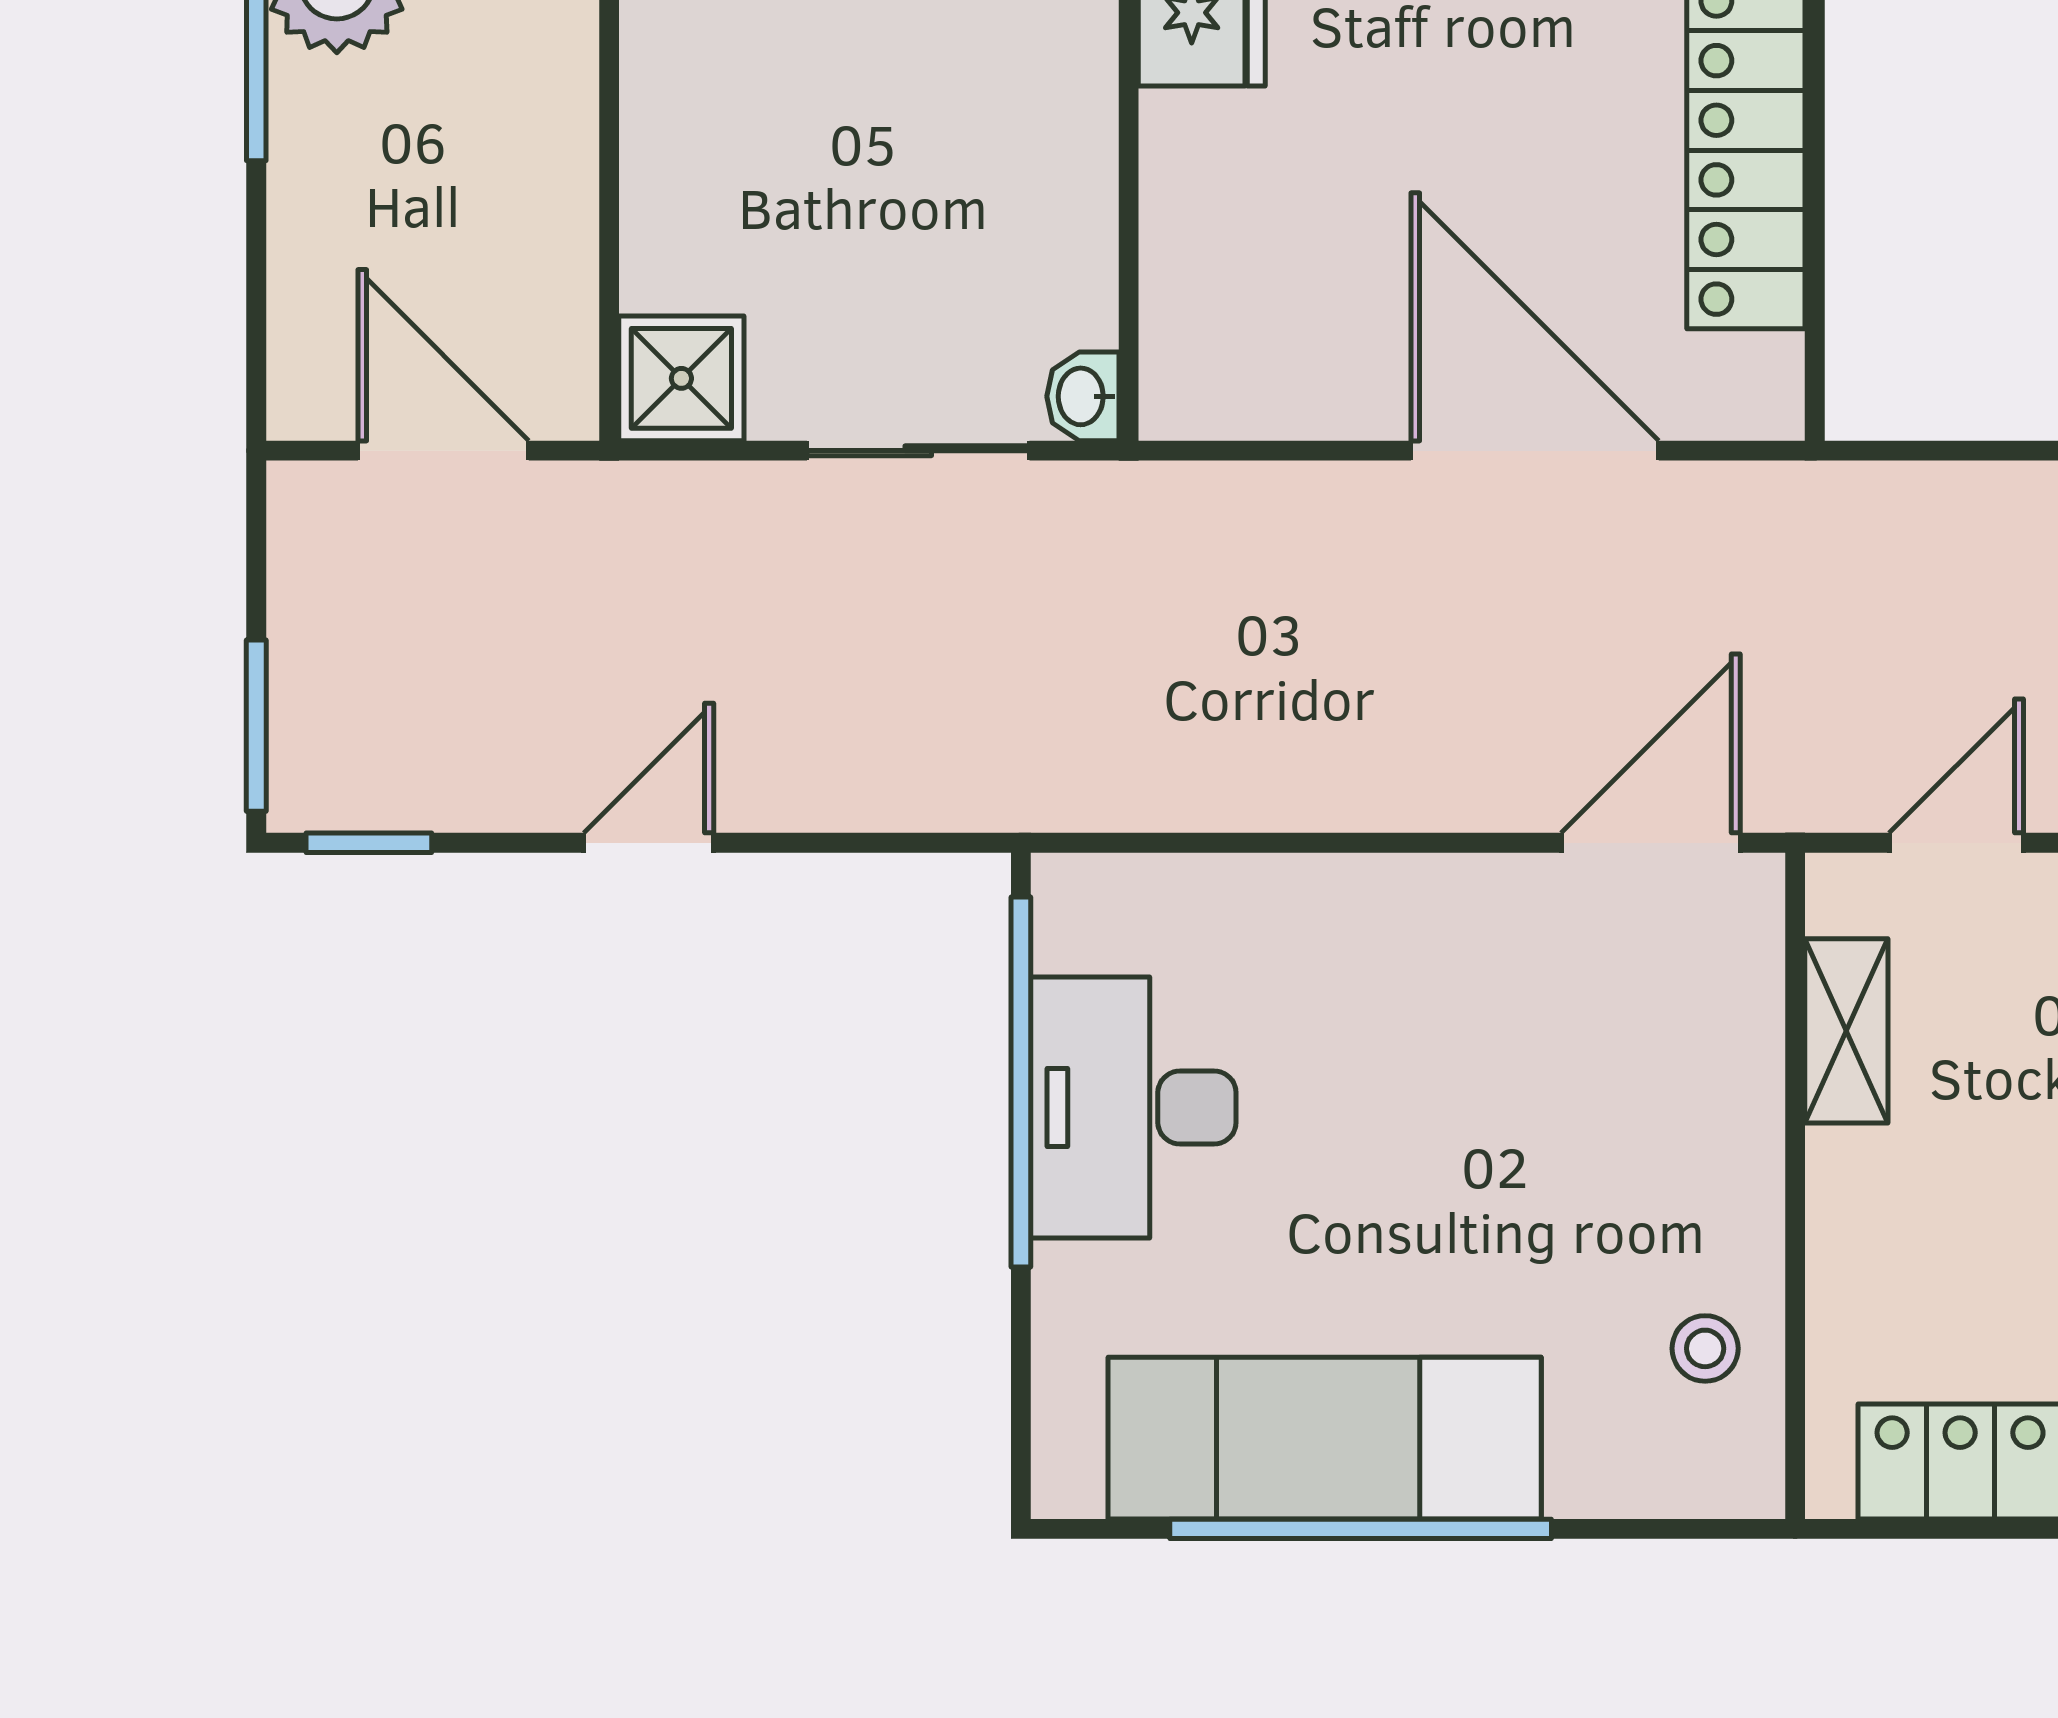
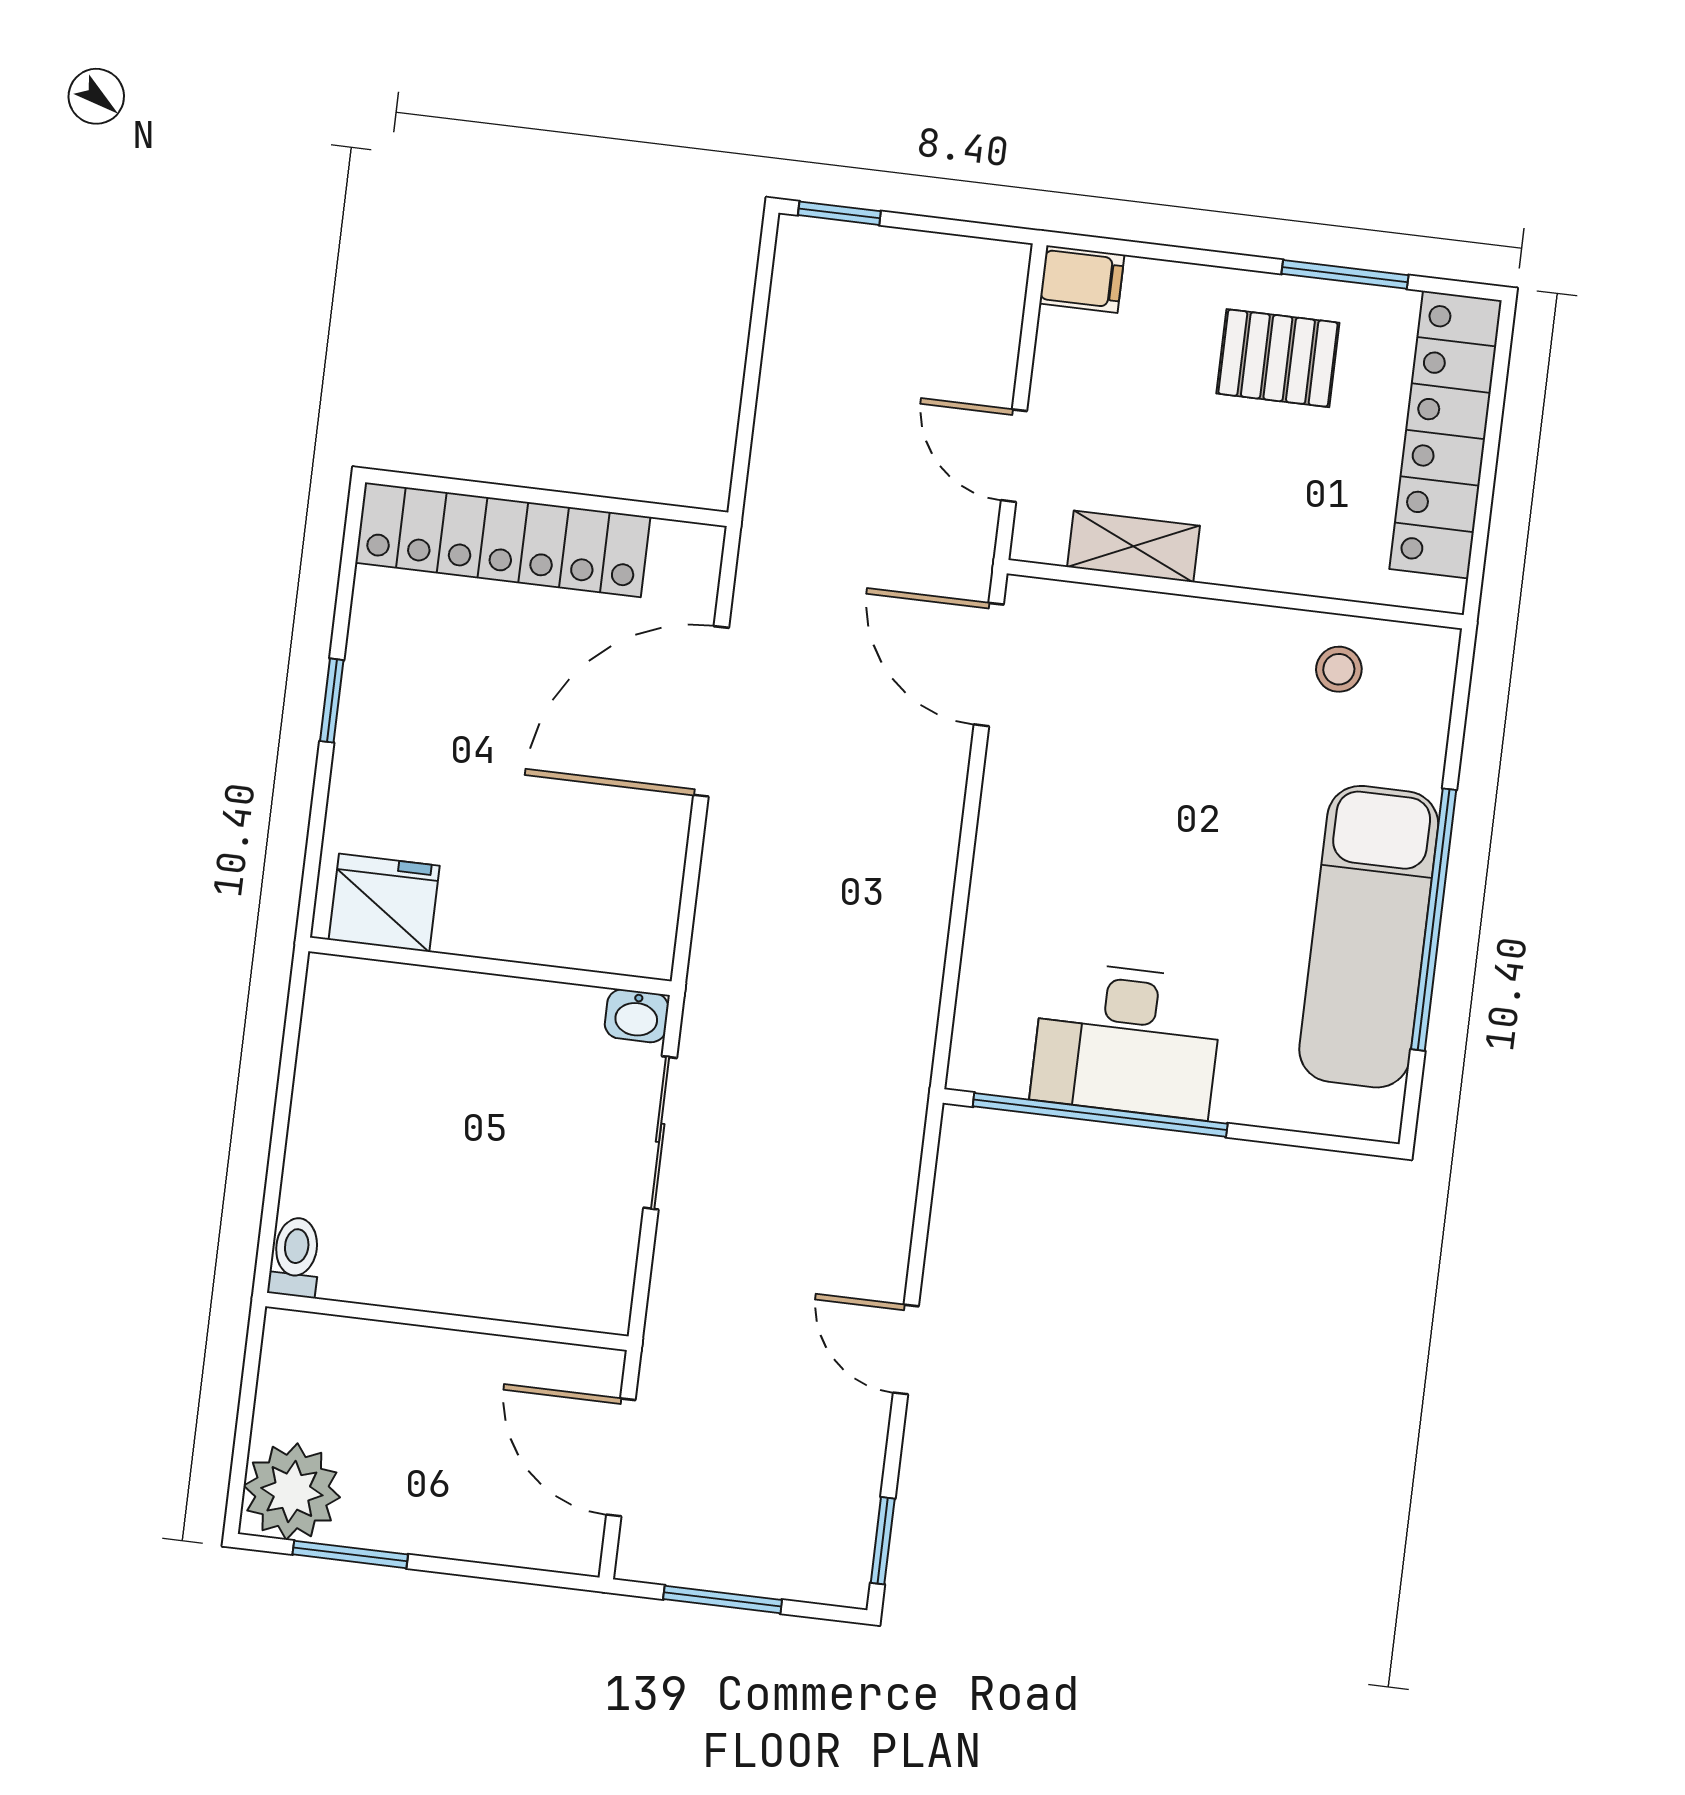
shower: (681, 378) -> (591, 1289), removed
door: (443, 451) -> (621, 1457), hinge flipped
window: (256, 726) -> (723, 1599), moved

